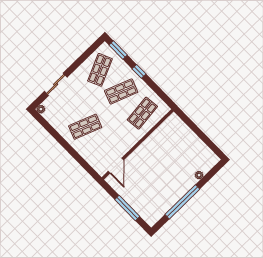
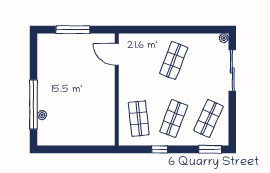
shop shelf: (100, 70) -> (209, 118), turned 48
window: (139, 71) -> (160, 149), moved
sliding door: (56, 84) -> (232, 70), width x1.37
window: (182, 202) -> (33, 105), moved

